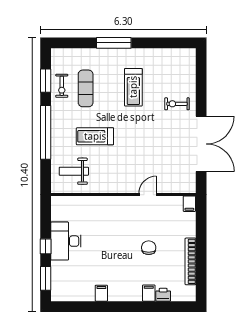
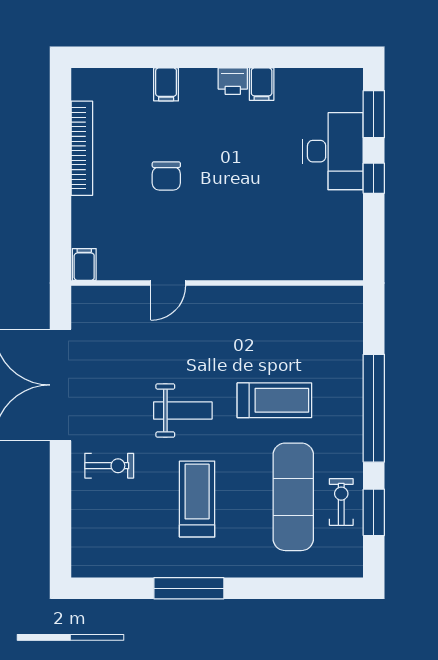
window: (114, 43) -> (189, 588), moved
exercise mat: (86, 88) -> (293, 497), width x1.36, depth x1.45
weight bench: (74, 171) -> (183, 411), moved
desk: (66, 241) -> (333, 151), moved
printer: (163, 295) -> (233, 81), moved

